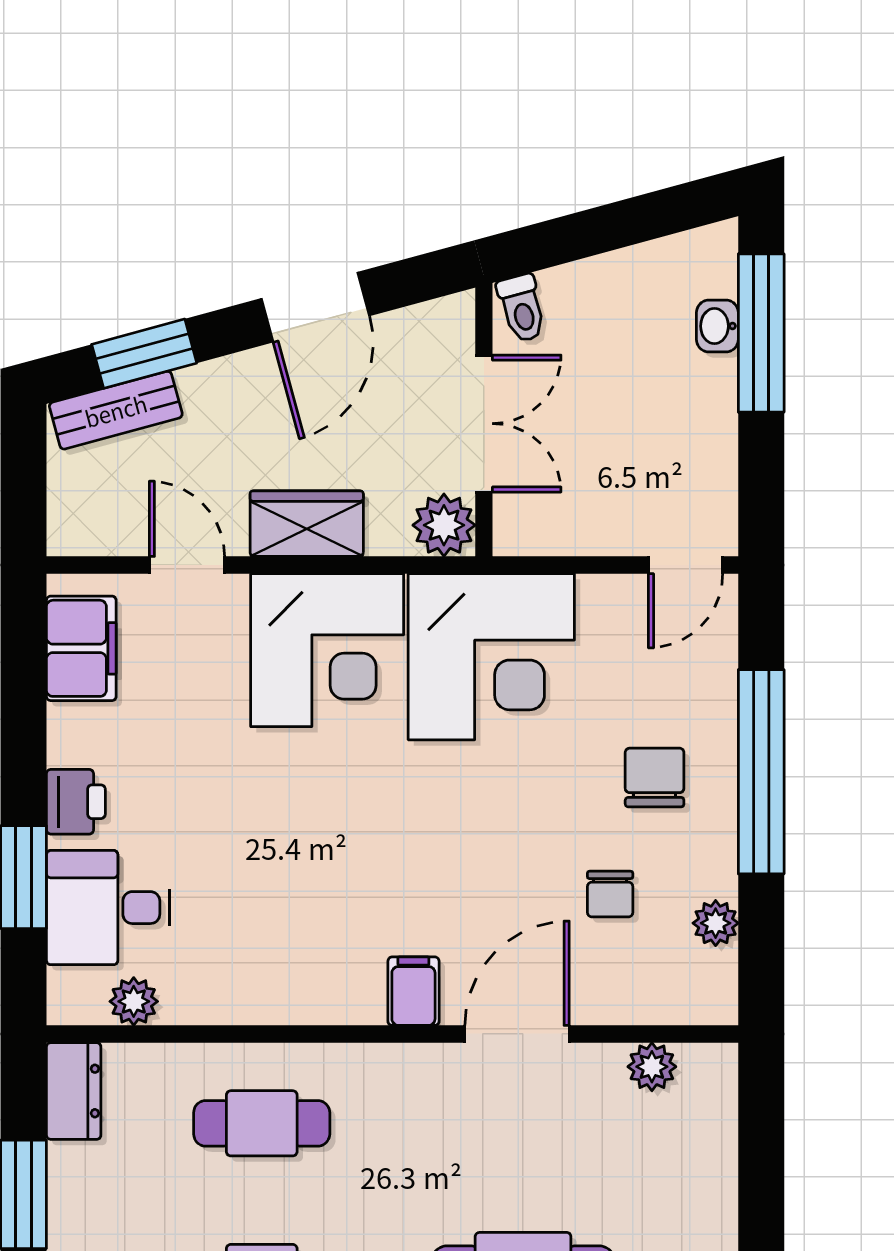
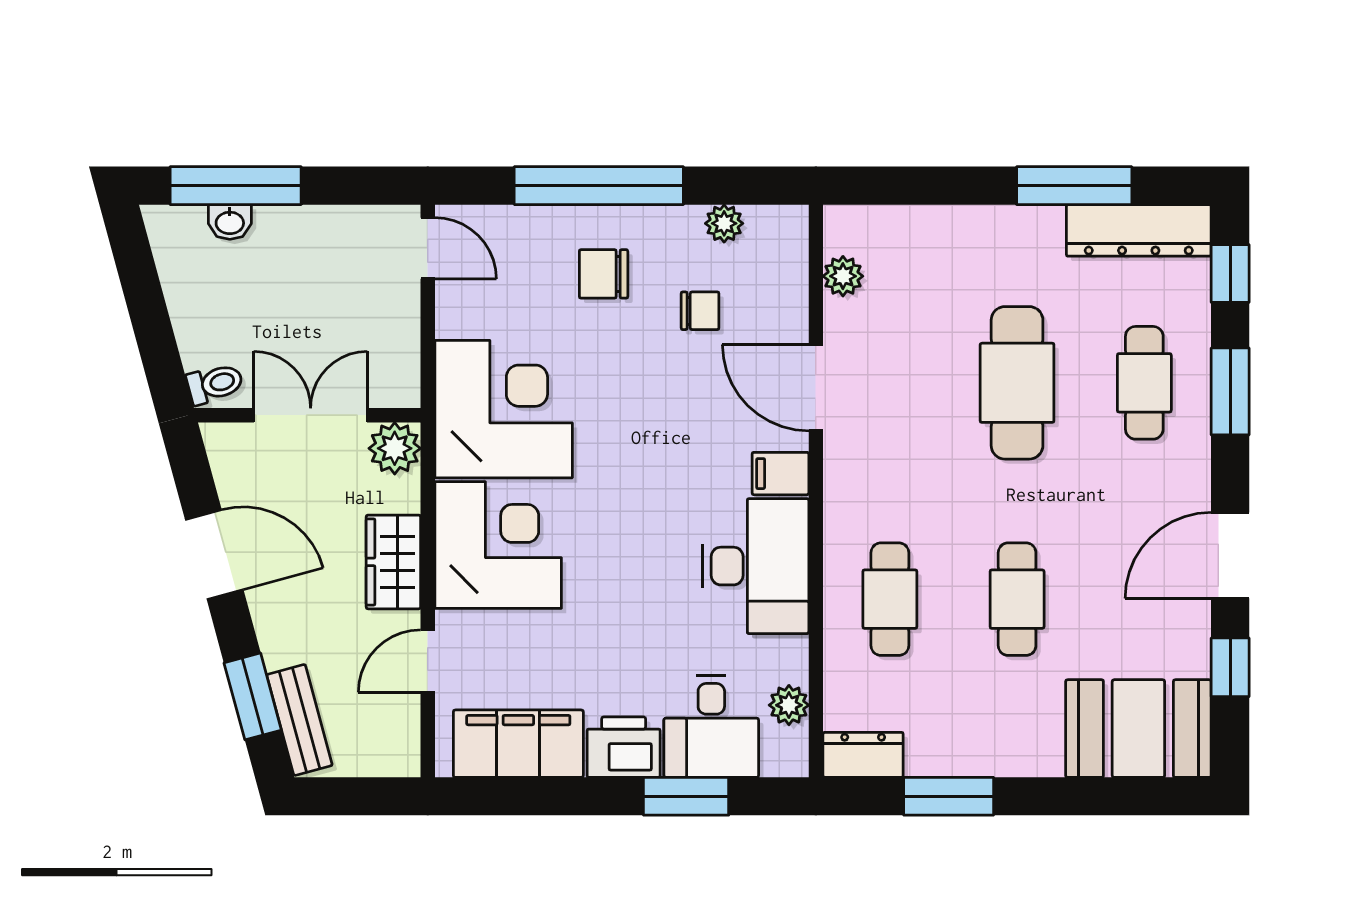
filing cabinet: (81, 648) -> (518, 744), width x1.50, depth x1.17
printer: (76, 802) -> (624, 747), width x1.36, depth x1.24
desk: (302, 961) -> (756, 566), added

